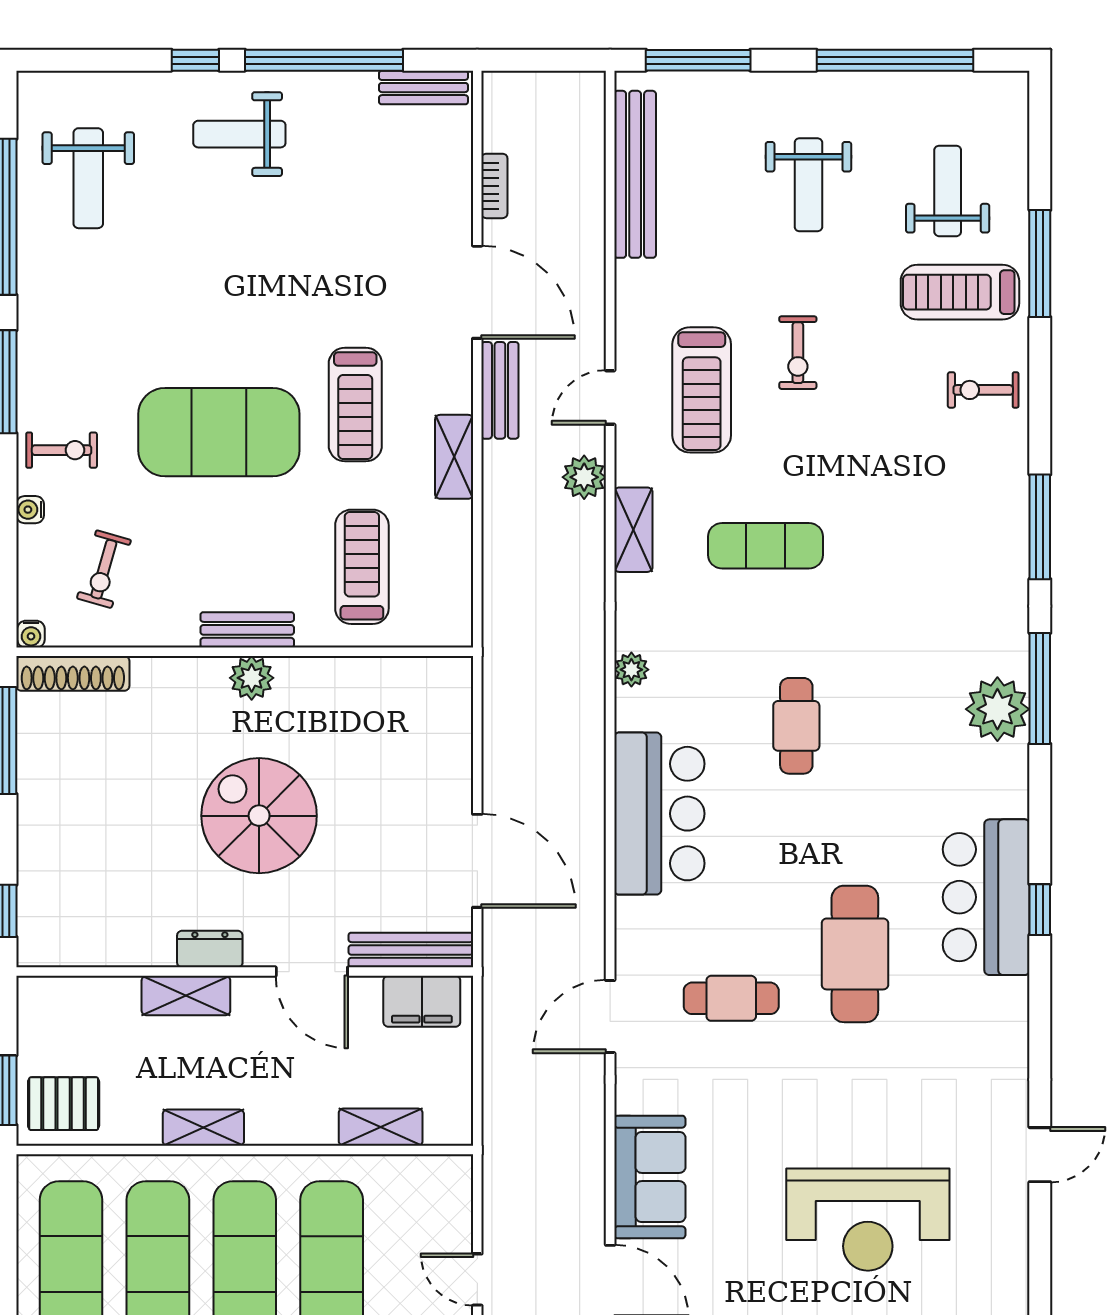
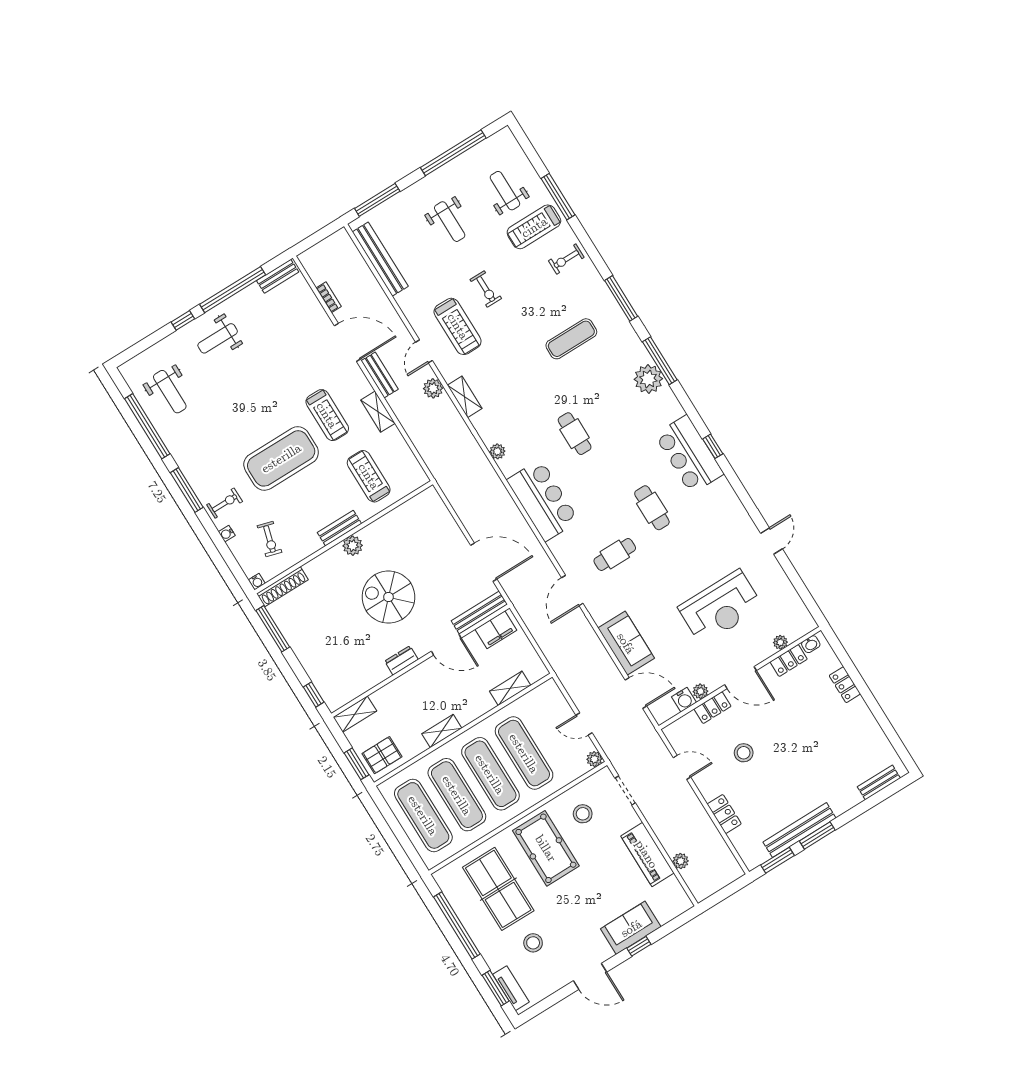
exercise mat: (766, 546) -> (571, 339), moved
cafe table: (855, 954) -> (652, 508), width x0.73, depth x0.74
shelving: (186, 996) -> (355, 714), moved

